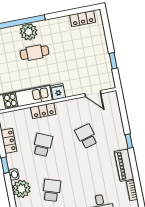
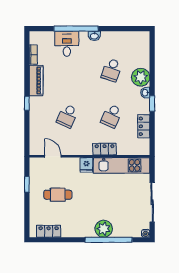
cafe table: (35, 53) -> (58, 195), moved
school desk: (86, 136) -> (67, 116), turned 39

